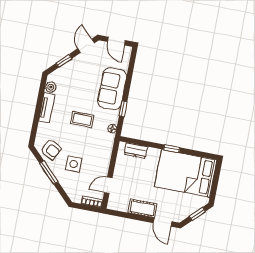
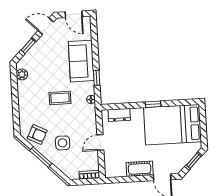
door: (86, 46) -> (46, 26), hinge flipped
tv unit: (47, 108) -> (23, 95), removed
door: (108, 185) -> (100, 142), moved

